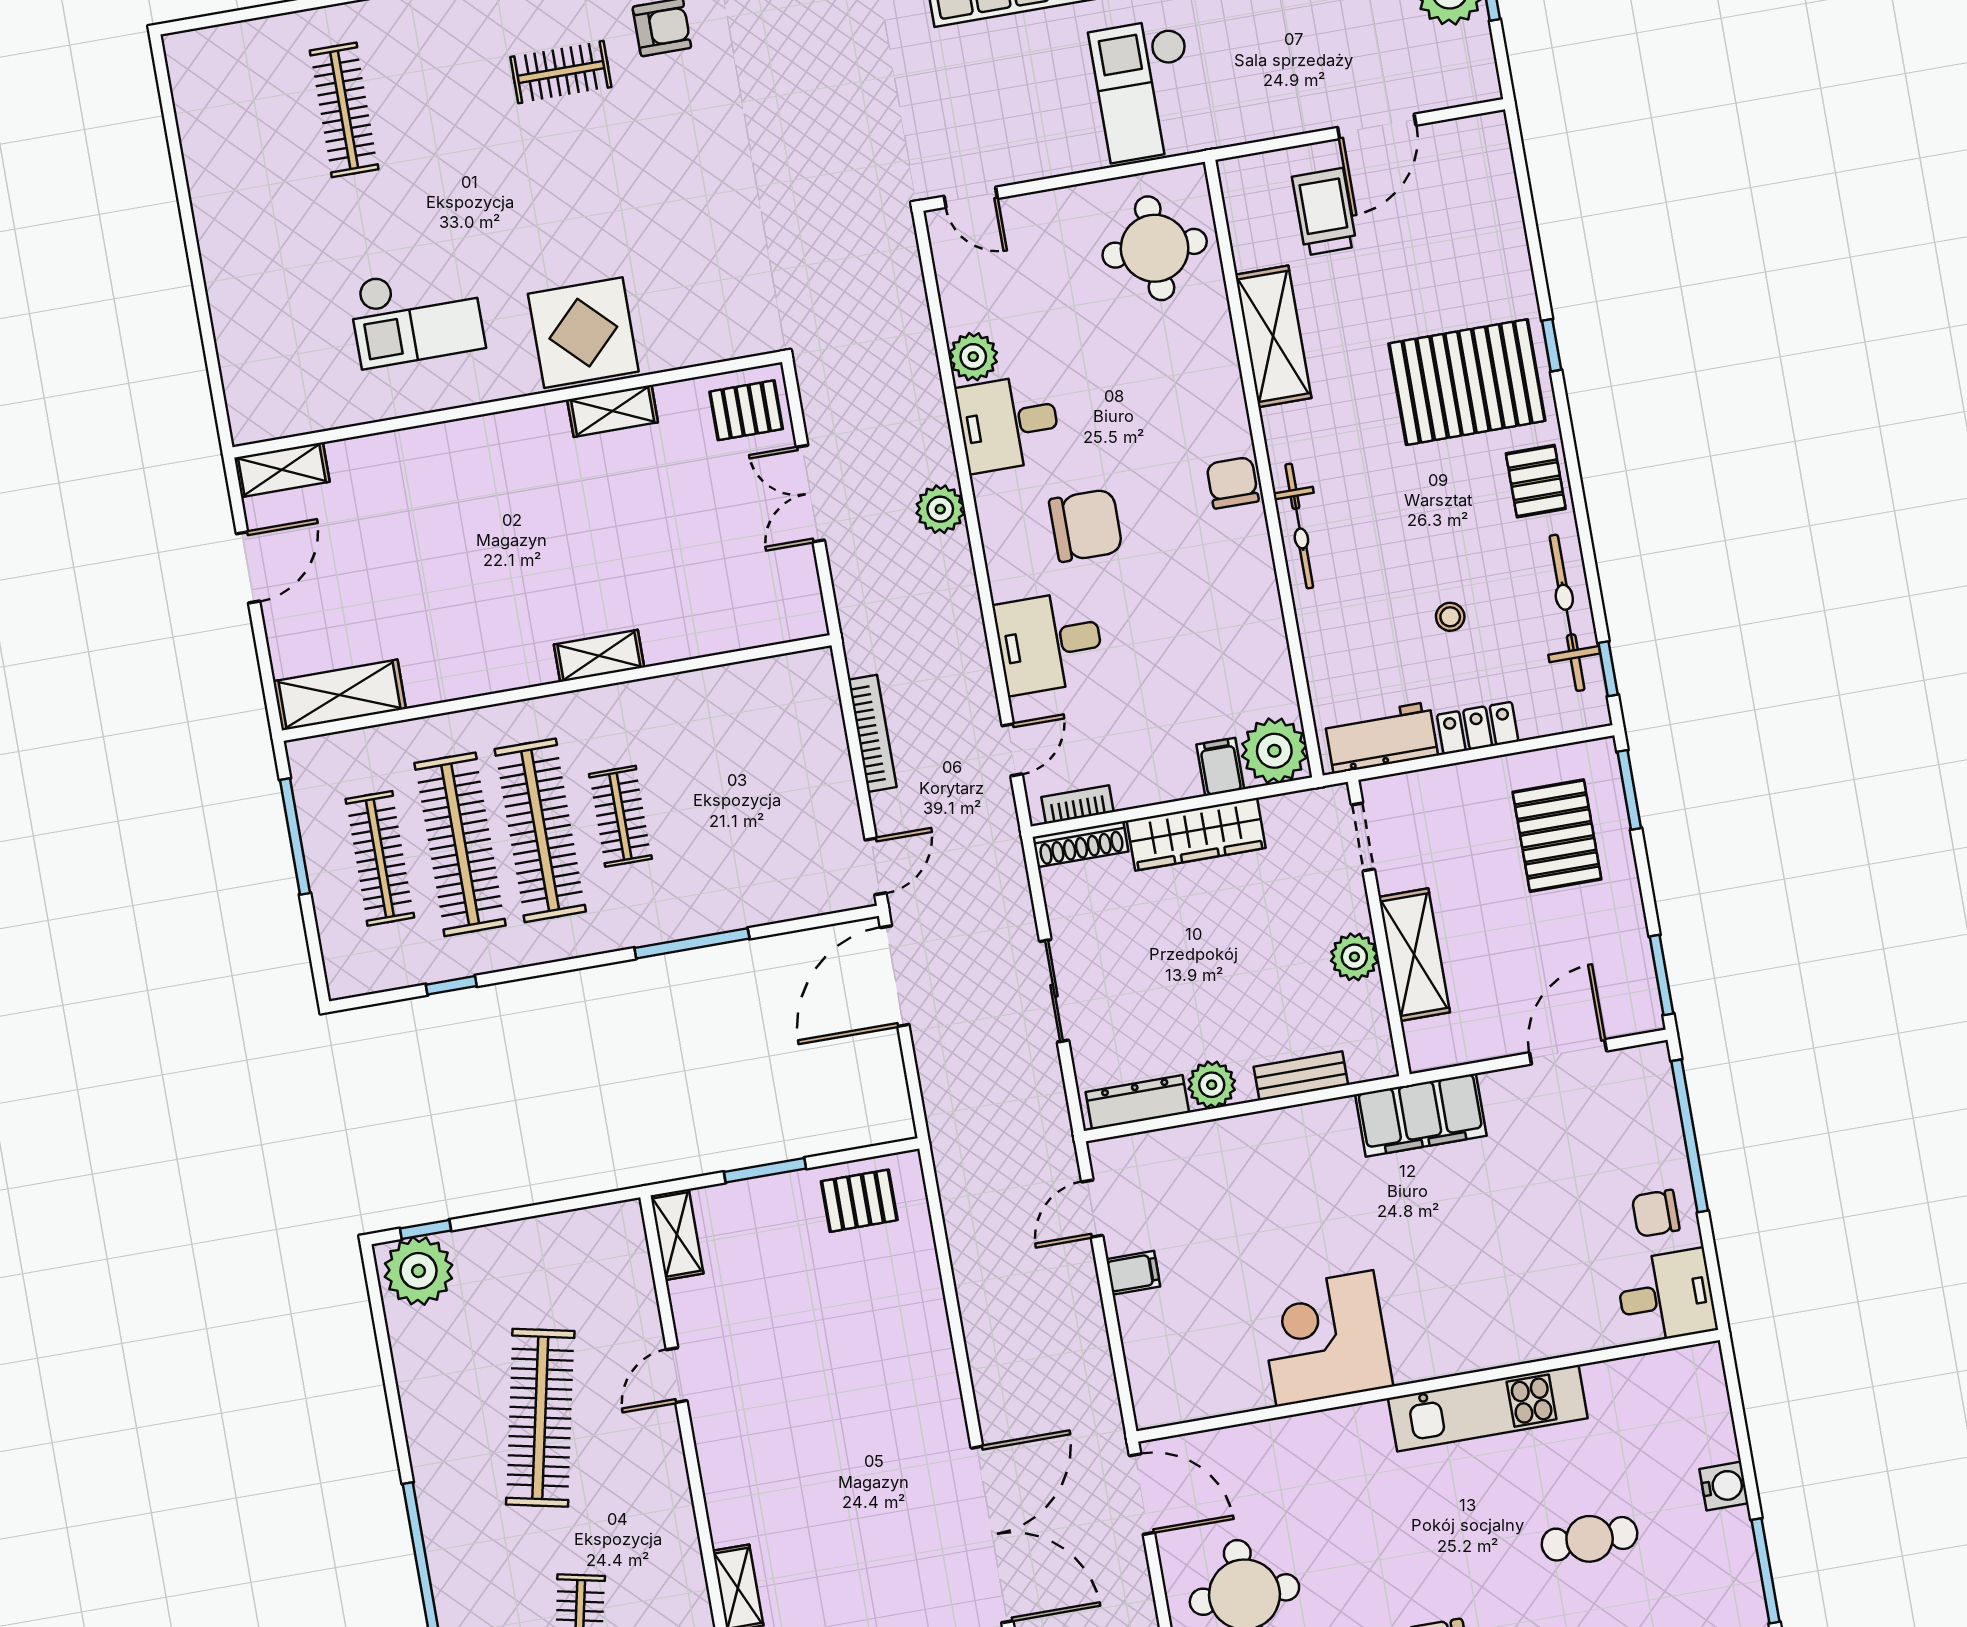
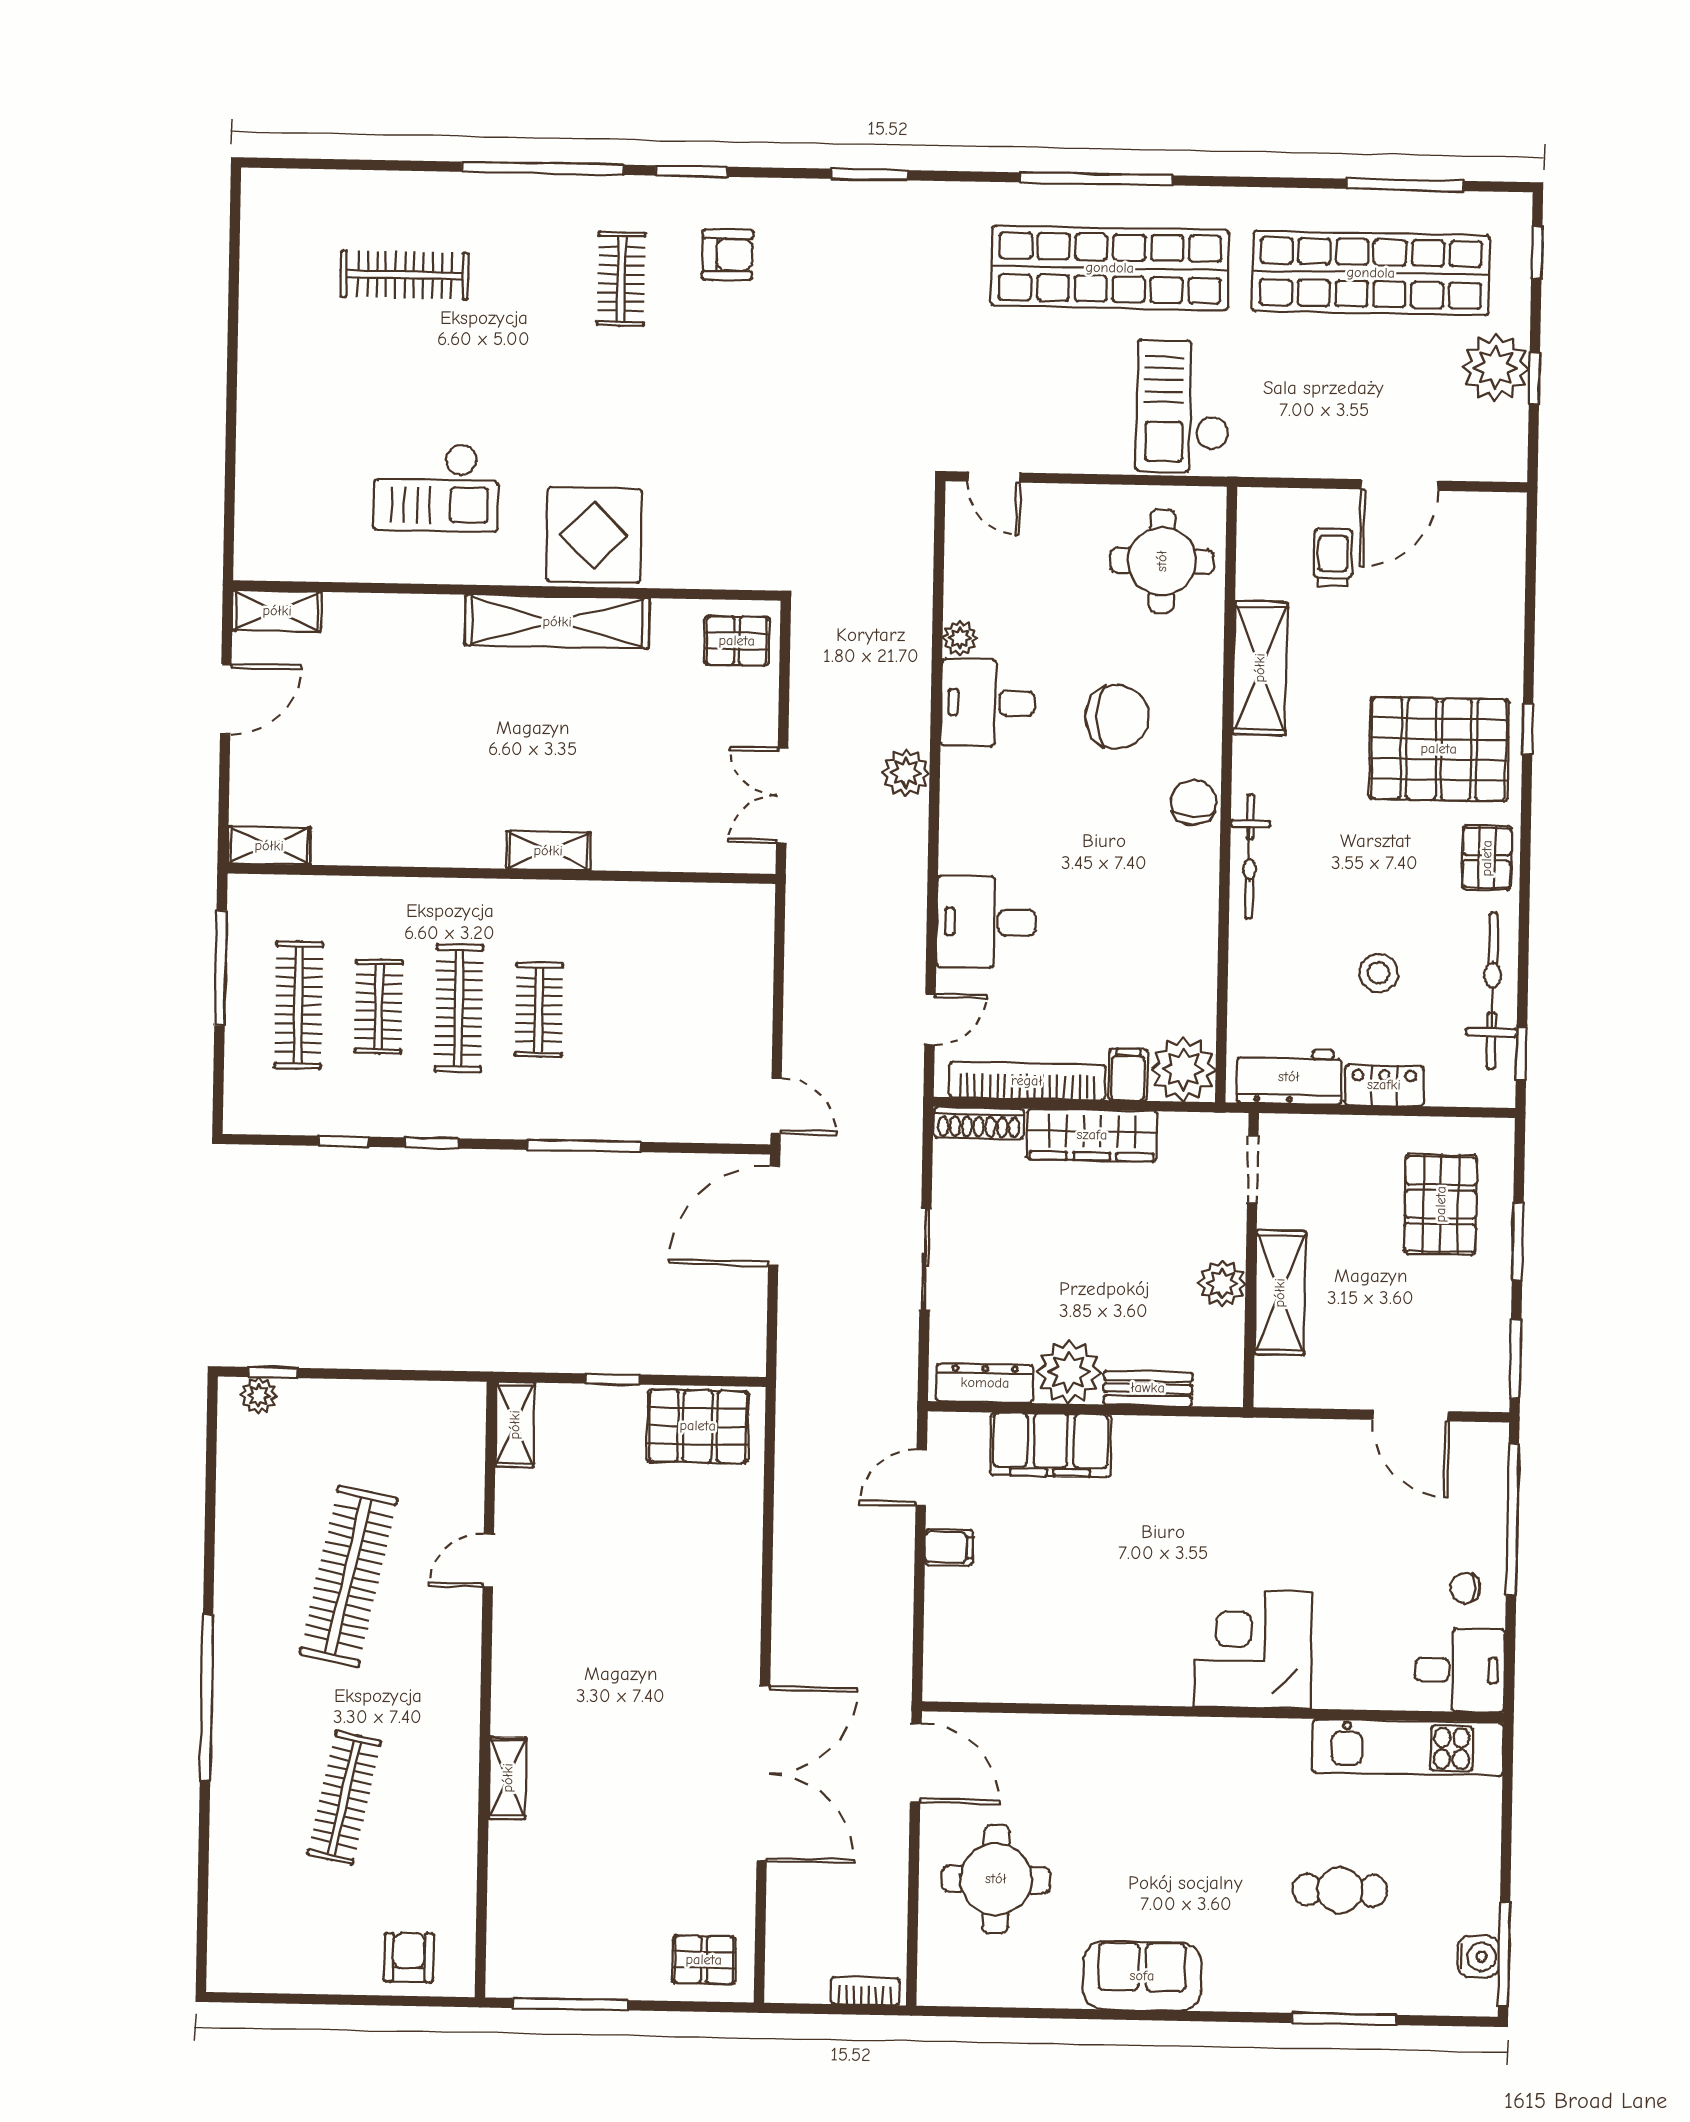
clothes rail: (561, 72) -> (621, 279), turned 90
clothes rail: (344, 110) -> (405, 275), turned 90
trolley: (1324, 212) -> (1333, 558), width x0.73, depth x0.72
plant: (973, 357) -> (960, 638), width x0.73, depth x0.73
shelving: (613, 411) -> (557, 622), width x2.20, depth x1.33
double door: (810, 494) -> (782, 795), moved
chair: (1086, 525) -> (1117, 717), moved
stool: (1450, 617) -> (1379, 973), width x1.37, depth x1.37
shelving: (339, 695) -> (269, 846), width x0.67, depth x0.75
bookcase: (872, 733) -> (798, 977), removed
window: (1629, 790) -> (1518, 1241), moved
bookcase: (1077, 805) -> (1027, 1081), width x2.31, depth x1.31
clothes rail: (540, 830) -> (459, 1008), width x0.73, depth x0.76
clothes rail: (460, 844) -> (379, 1007), width x0.54, depth x0.76
door: (875, 866) -> (776, 1106), hinge flipped
window: (539, 970) -> (432, 1143), added
door: (1568, 1052) -> (1411, 1416), swing flipped
plant: (1212, 1085) -> (1069, 1372), width x1.36, depth x1.36
filing cabinet: (1421, 1115) -> (1051, 1445), moved
window: (765, 1170) -> (612, 1379), width x0.67
pallet: (859, 1201) -> (698, 1426), width x1.50, depth x1.42
chair: (1656, 1213) -> (1465, 1588), width x0.73, depth x0.73
plant: (419, 1271) -> (259, 1395), width x0.53, depth x0.53
corner desk: (1325, 1338) -> (1253, 1649), moved
kitchen unit: (1488, 1408) -> (1408, 1748), moved
water cooler: (1724, 1486) -> (1478, 1957), moved

